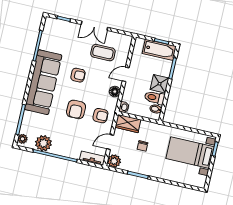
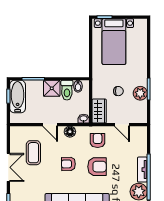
armchair: (78, 75) -> (68, 164), moved, turned -91
tv unit: (92, 158) -> (142, 170), moved
plant: (114, 161) -> (140, 93), moved

